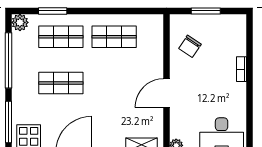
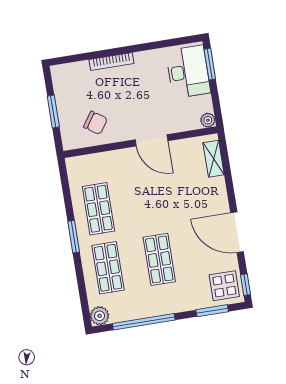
window: (53, 11) -> (74, 237), moved
bookcase: (241, 69) -> (111, 61), width x1.56
window: (8, 122) -> (212, 311), width x0.69

